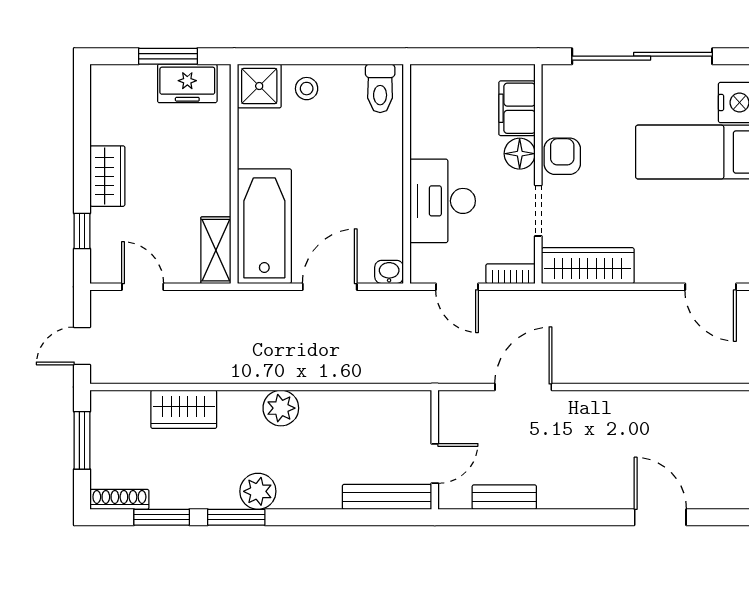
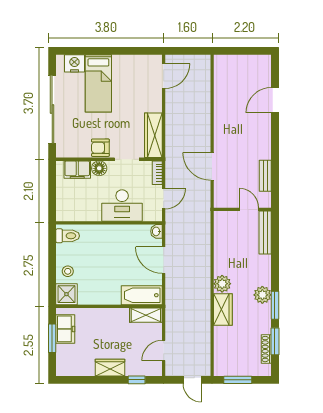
bathtub: (264, 226) -> (142, 295), width x0.73, depth x0.73
wardrobe: (184, 409) -> (223, 309), moved
shoe rack: (119, 499) -> (266, 349), moved

